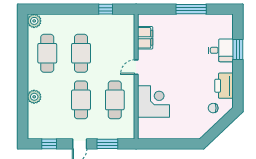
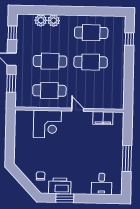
window: (106, 9) -> (129, 39), moved
plant: (34, 21) -> (41, 20), moved
window: (238, 49) -> (65, 198), moved
desk: (221, 50) -> (102, 184), moved

